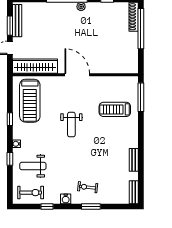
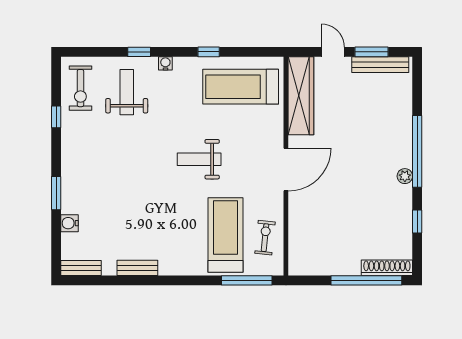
treadmill: (115, 109) -> (225, 235), width x1.37, depth x1.38
exercise bike: (88, 187) -> (265, 238), moved
water cooler: (66, 199) -> (69, 223), moved

